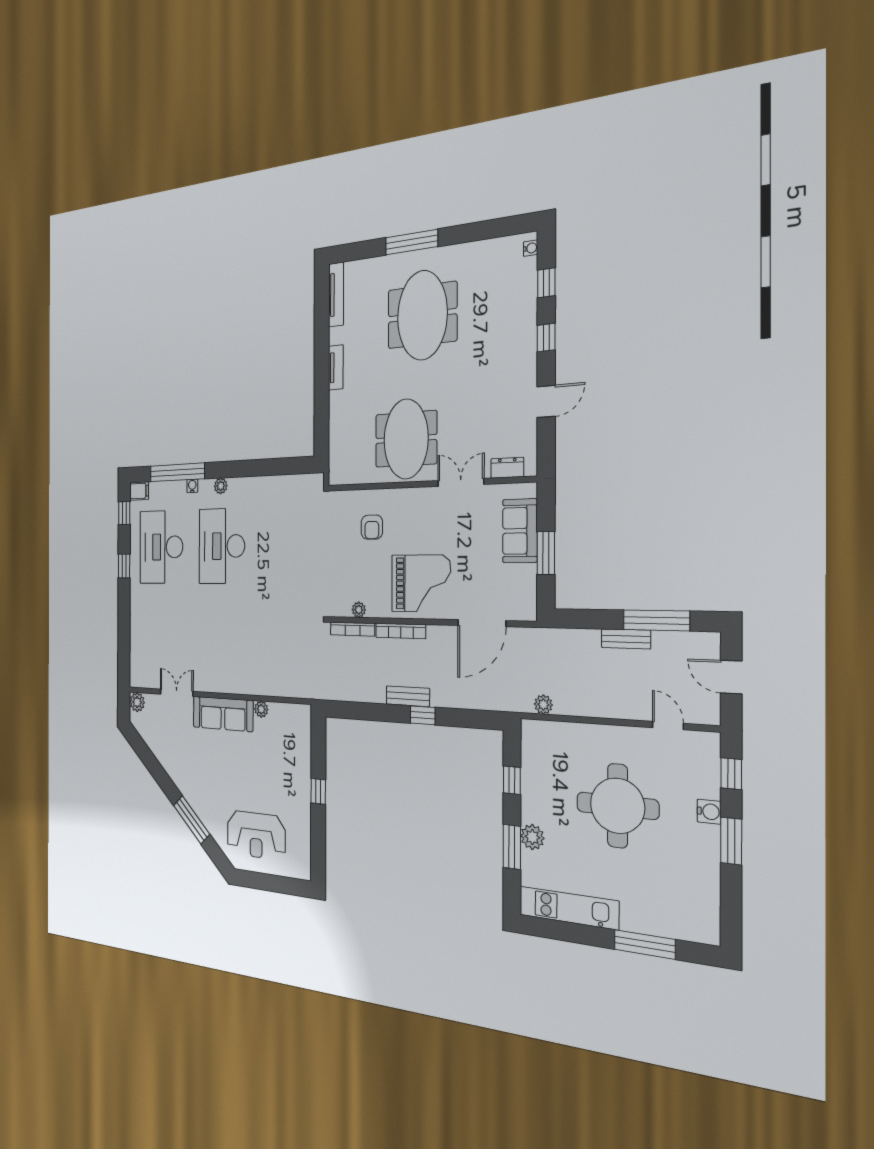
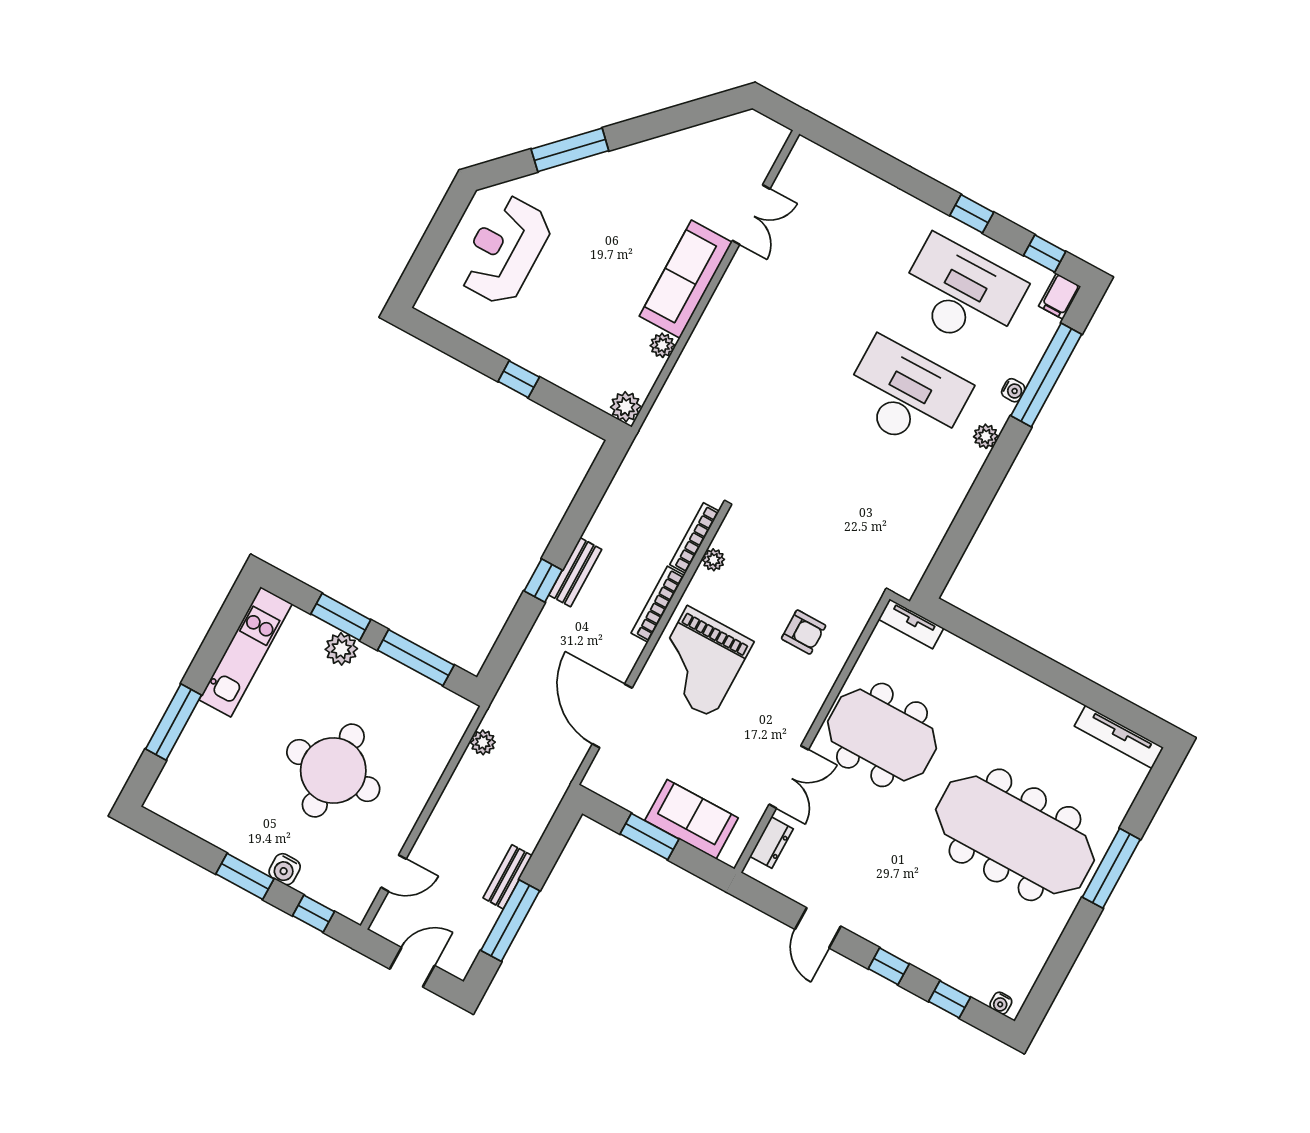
meeting table: (422, 315) -> (1015, 835), width x1.36
tv unit: (336, 367) -> (911, 624), moved
armchair: (372, 527) -> (804, 632), turned 180
plant: (137, 702) -> (626, 407), moved
window: (512, 780) -> (416, 658), width x2.17

